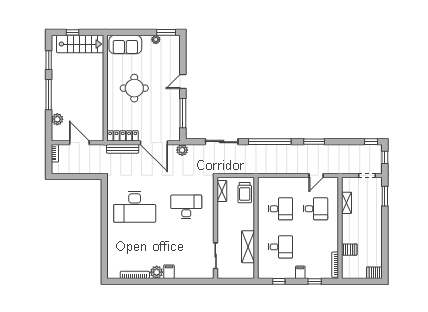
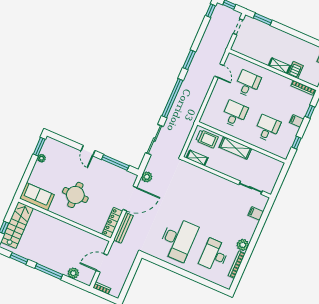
sofa: (125, 45) -> (37, 197), moved, turned -90
shelving: (347, 203) -> (279, 66), moved
desk: (186, 207) -> (214, 255), moved
shelving: (248, 247) -> (235, 148), moved
filing cabinet: (169, 272) -> (256, 213), moved

